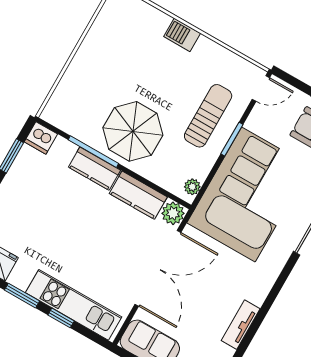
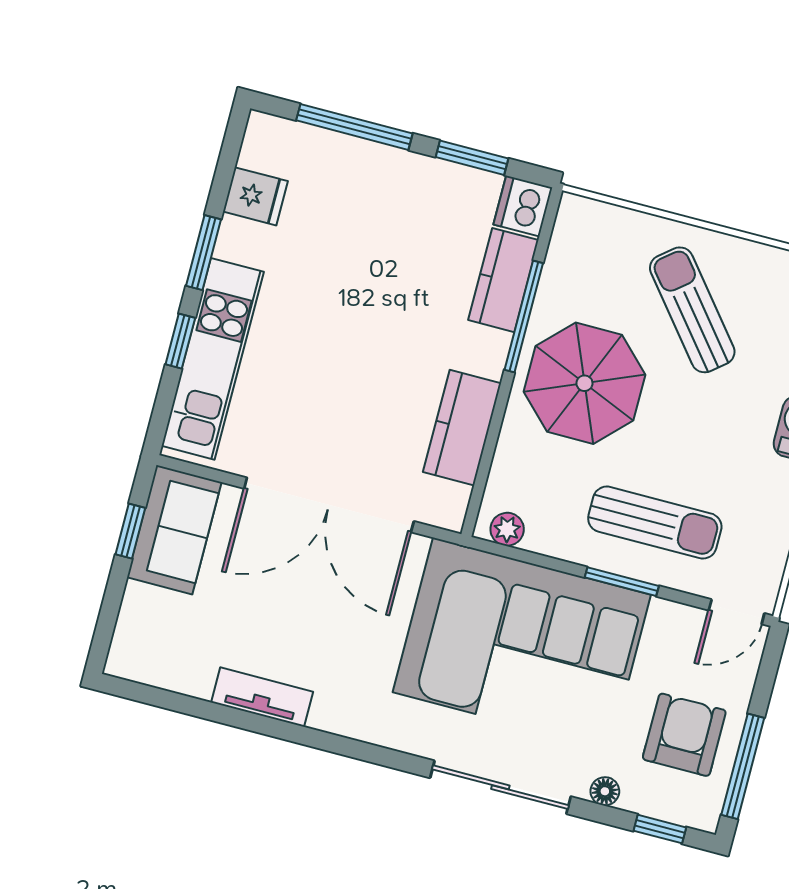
sun lounger: (112, 71) -> (692, 310), added
door: (261, 88) -> (737, 612), hinge flipped
kitchen counter: (94, 169) -> (503, 280), moved
plant: (173, 213) -> (445, 505), removed

